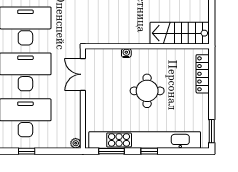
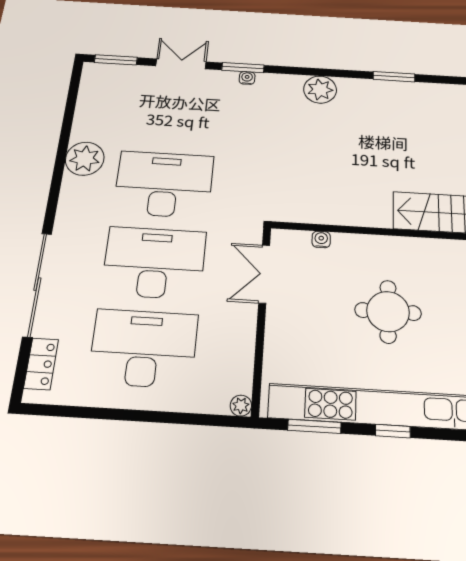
water cooler: (126, 53) -> (321, 239), moved
window: (27, 151) -> (138, 416), removed

